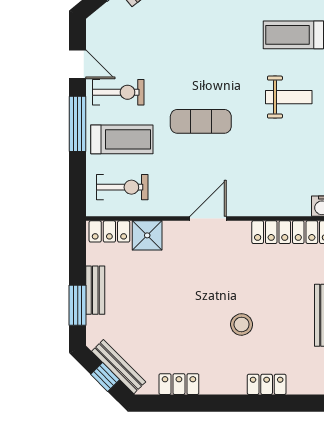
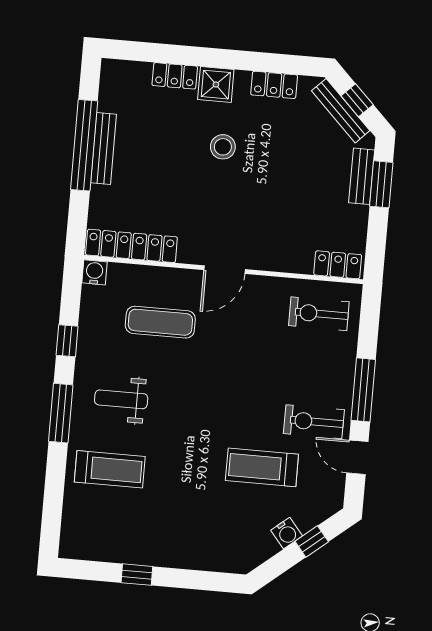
exercise mat: (201, 121) -> (160, 322), moved
treadmill: (122, 139) -> (262, 467), moved
shower: (147, 235) -> (216, 85), moved
bench: (95, 290) -> (362, 176), moved
stool: (242, 324) -> (223, 147), moved

